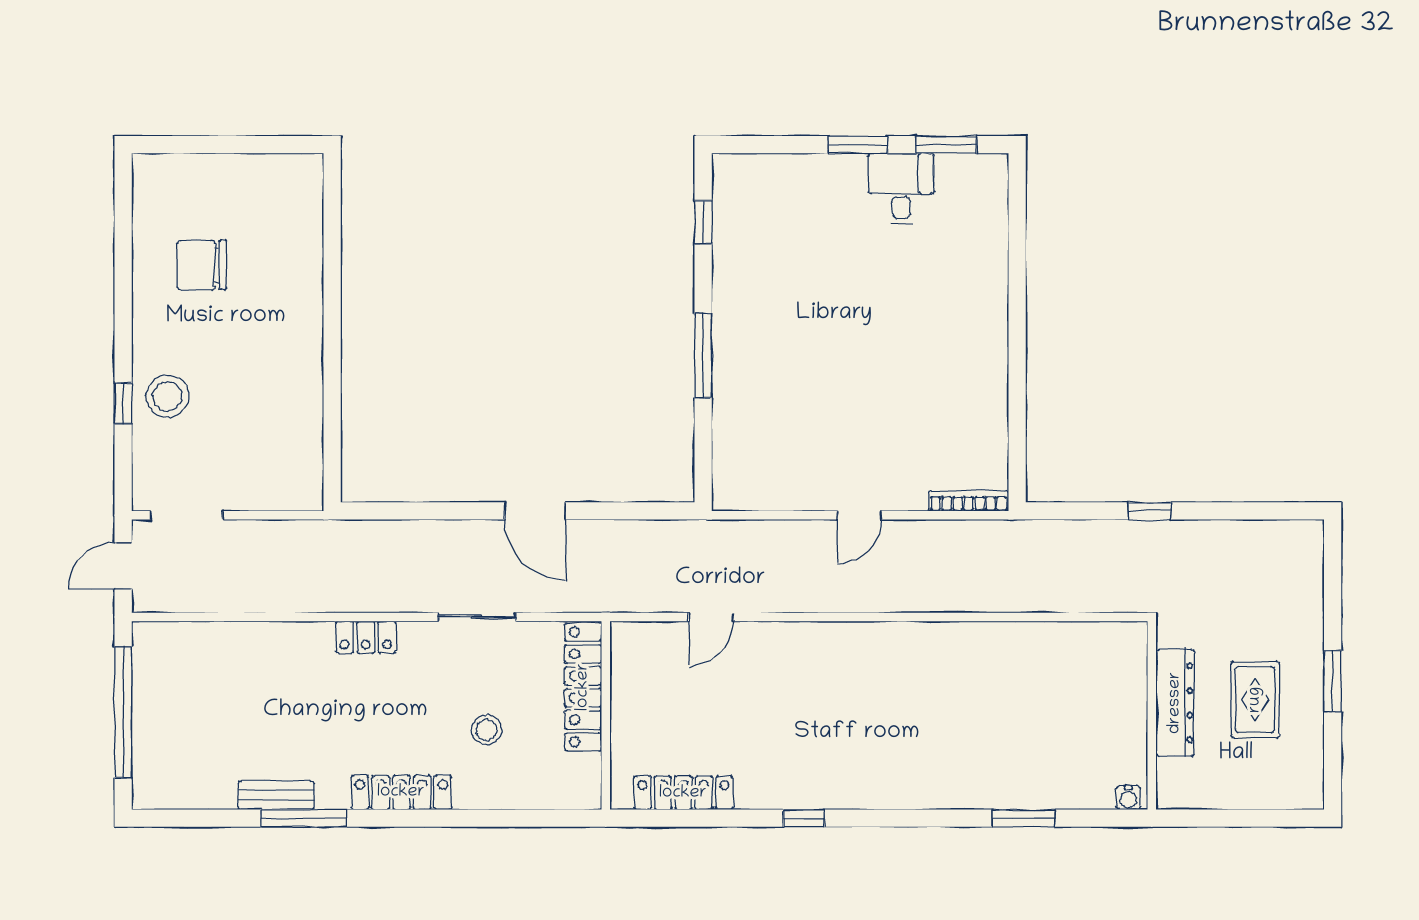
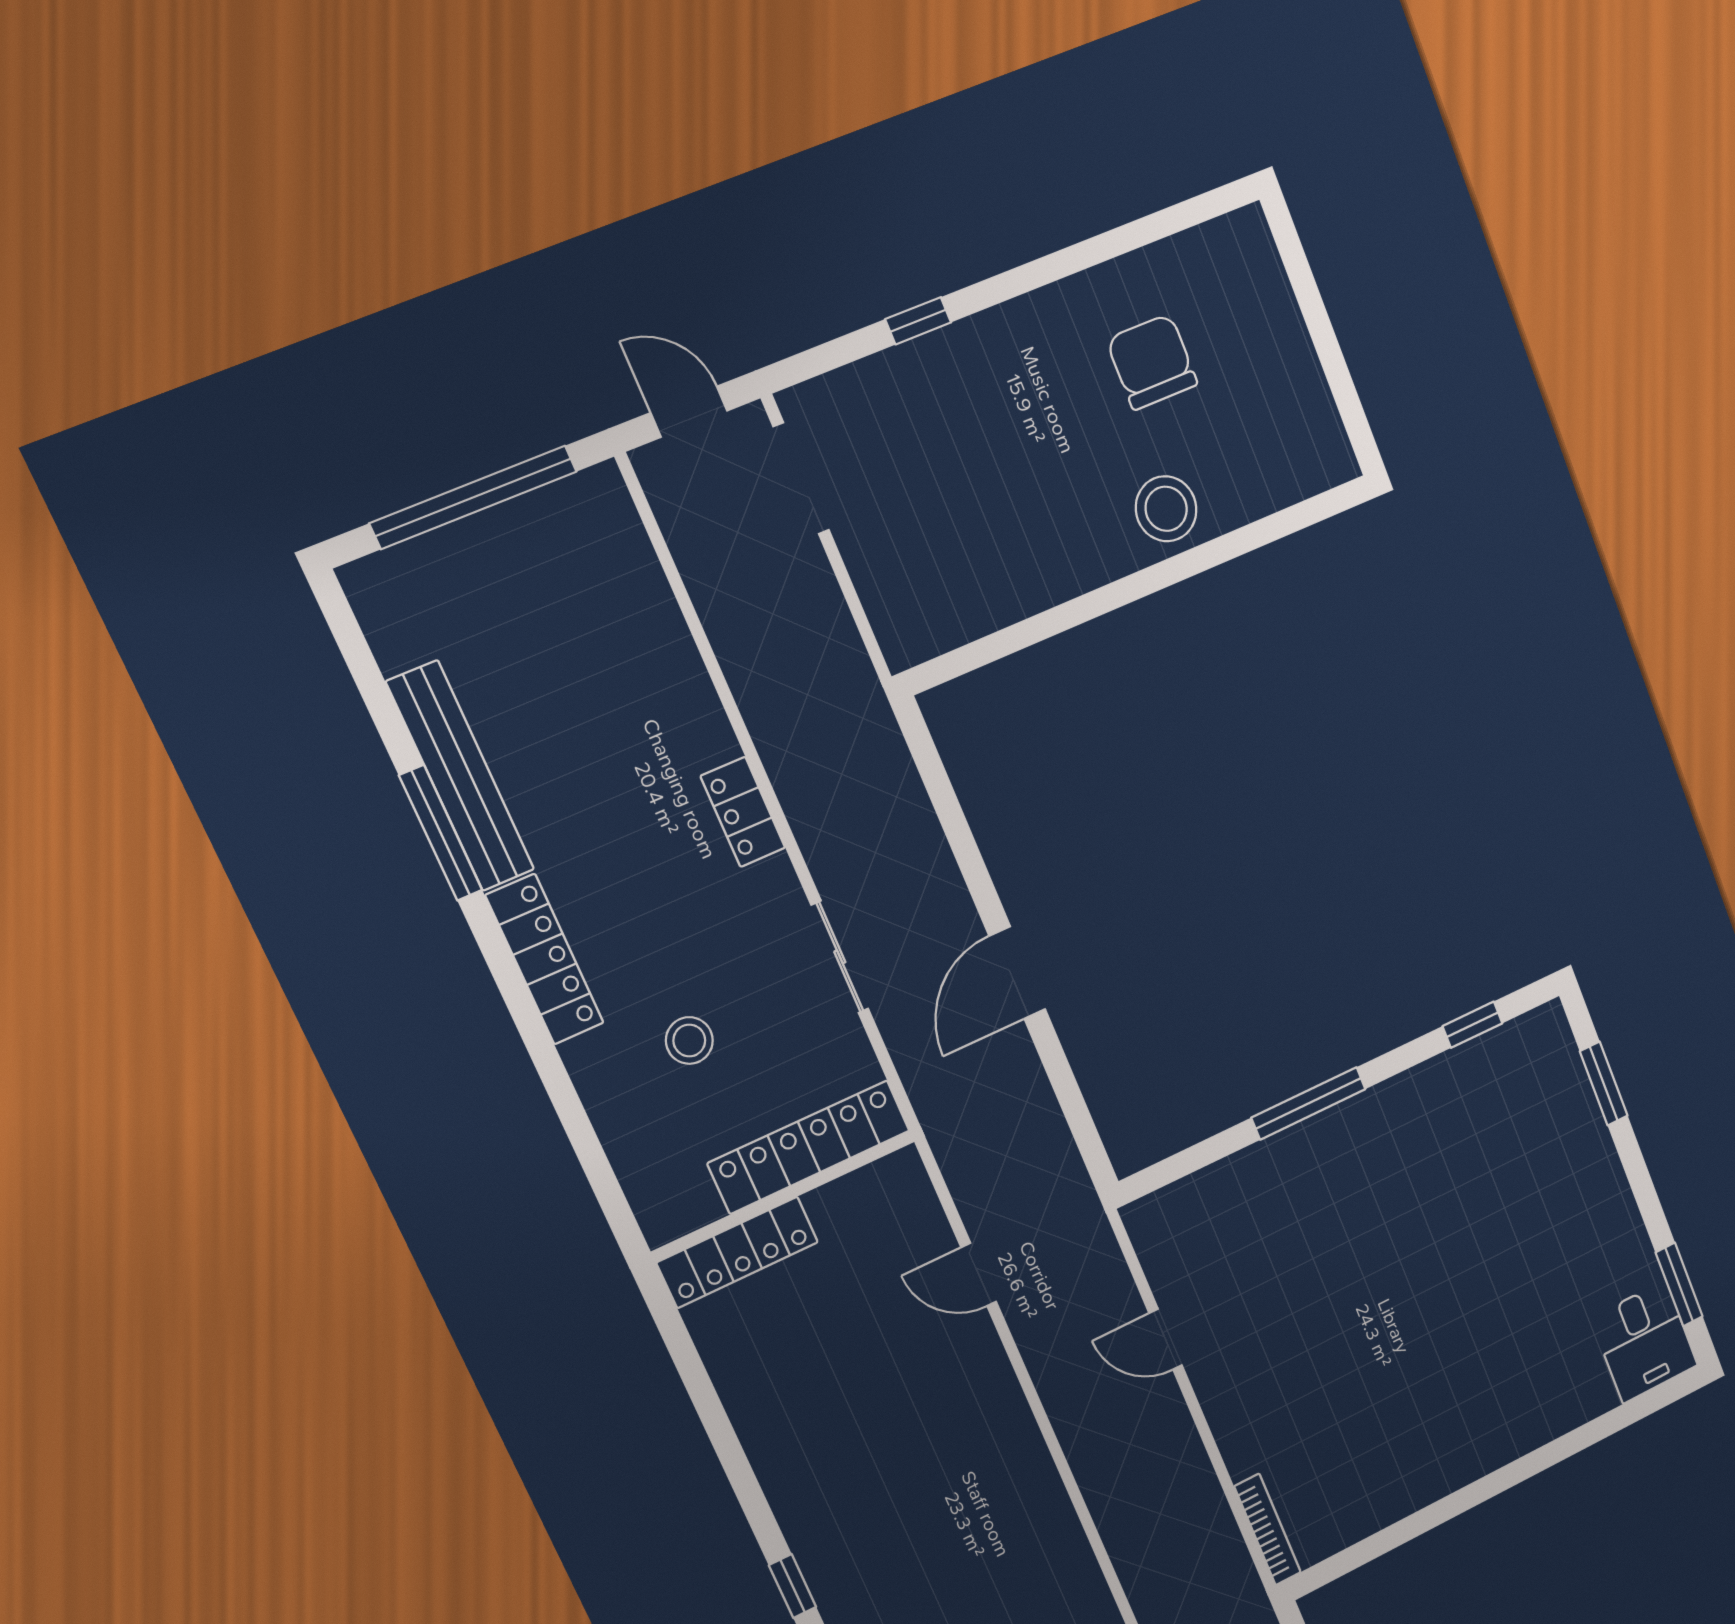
window: (858, 145) -> (1604, 1084), moved
desk: (901, 188) -> (1644, 1342), moved, turned 90
stool: (167, 396) -> (1166, 509), moved
door: (859, 515) -> (1165, 1339), moved
locker: (683, 793) -> (737, 1252), moved, turned 90
bench: (276, 795) -> (460, 776), width x1.86, depth x1.21
window: (804, 818) -> (793, 1586), moved

